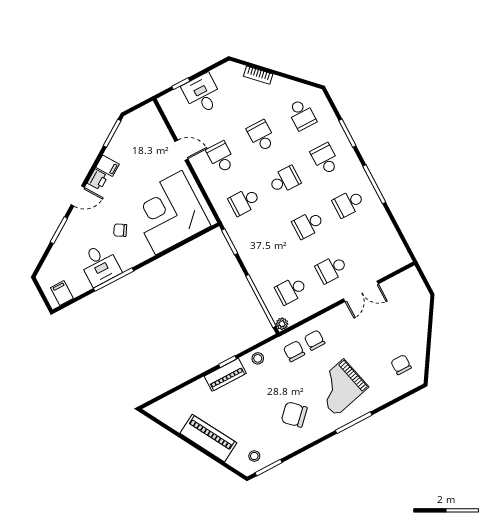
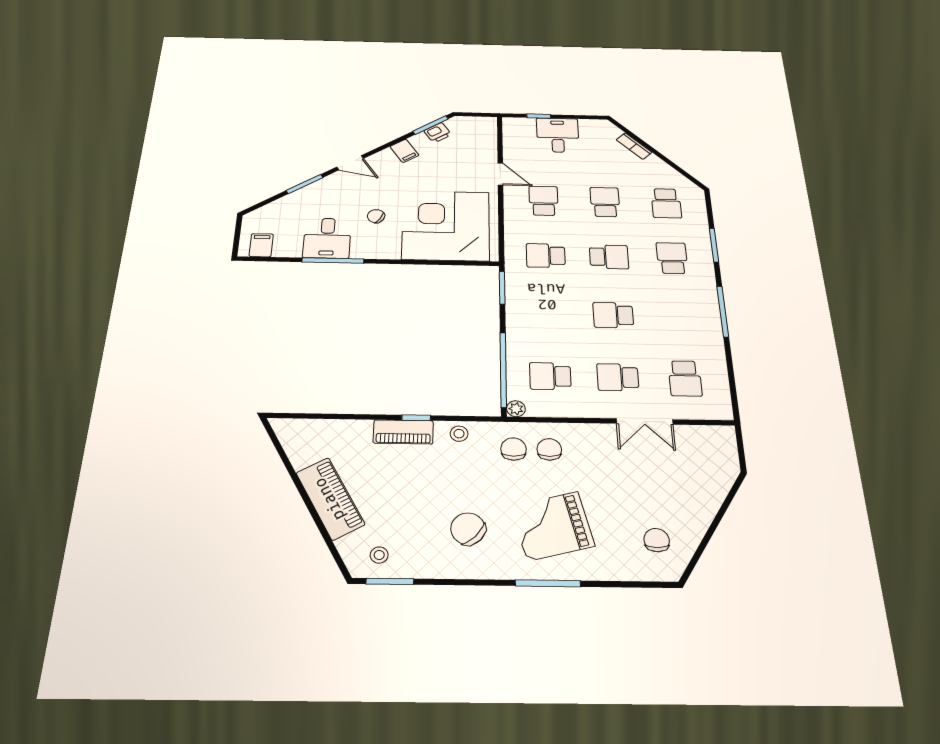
printer: (98, 179) -> (438, 133), moved
school desk: (348, 203) -> (685, 378), moved, turned -90

